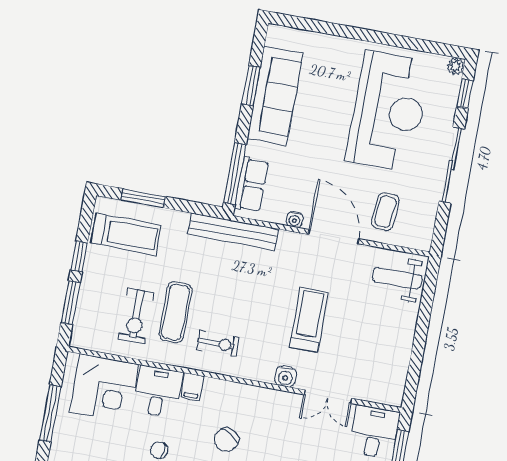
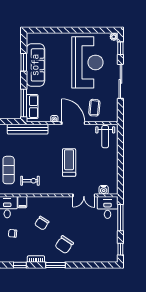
weight bench: (397, 278) -> (105, 137), turned -90
water cooler: (285, 376) -> (104, 190), moved

